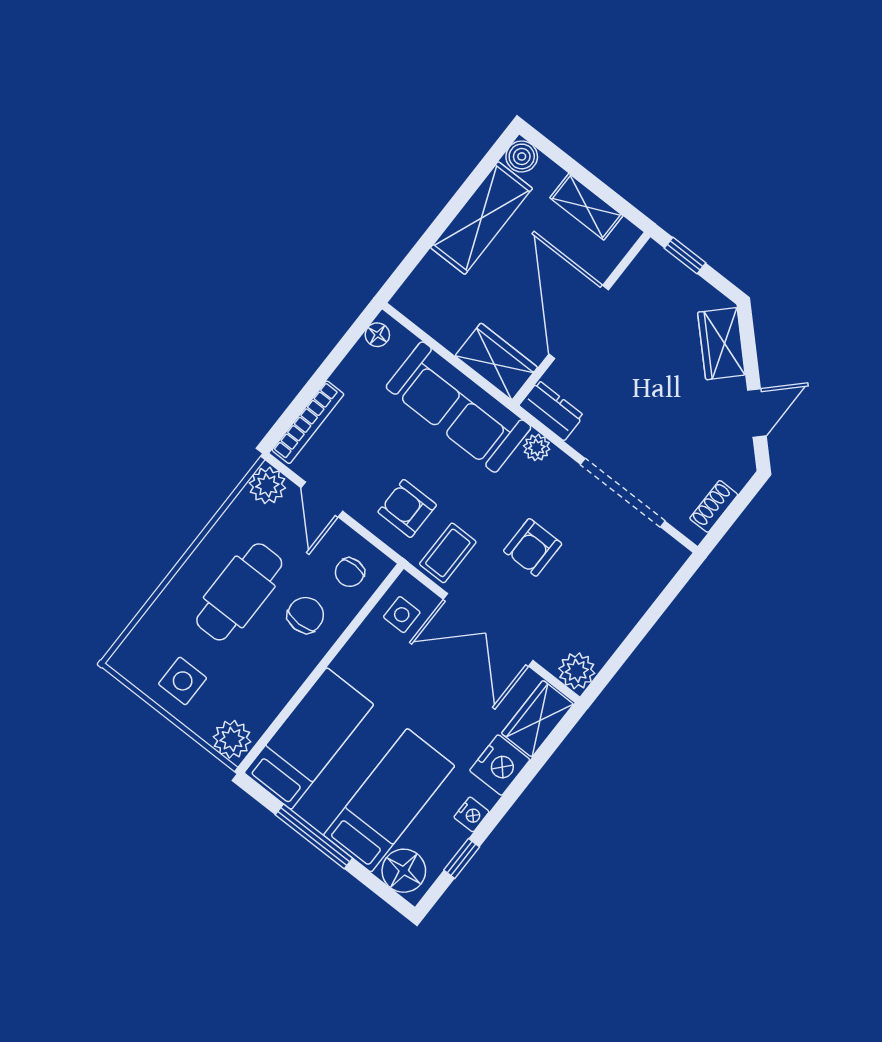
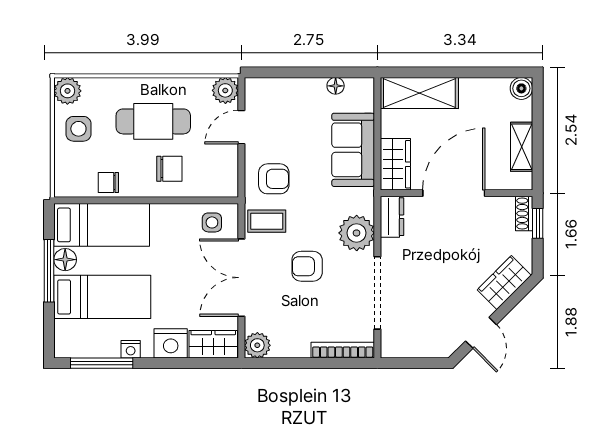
shelving: (482, 218) -> (419, 93), moved
floor lamp: (377, 335) -> (336, 86), moved
sofa: (459, 407) -> (353, 150), width x0.73
door: (757, 413) -> (481, 333), hinge flipped
bookcase: (308, 422) -> (343, 350), moved, turned 180
plant: (537, 447) -> (357, 233), width x1.88, depth x1.88
shoe rack: (714, 506) -> (524, 213), moved, turned -90
armchair: (407, 508) -> (274, 179), turned 90
chair: (350, 572) -> (108, 183), moved
plant: (232, 739) -> (67, 91), moved
window: (462, 858) -> (102, 363), width x2.17
floor lamp: (404, 871) -> (65, 260), moved, width x0.73, depth x0.73

